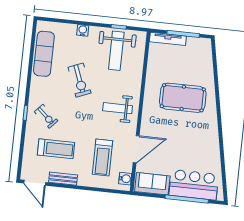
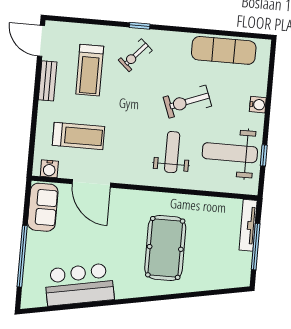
weight bench: (118, 108) -> (172, 152), moved
treadmill: (102, 158) -> (78, 136), turned 180
door: (35, 183) -> (41, 41), hinge flipped
bar counter: (194, 185) -> (79, 284), moved, turned -101

